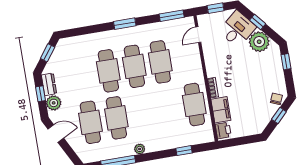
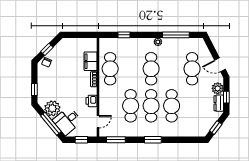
window: (258, 22) -> (51, 124), width x2.17
cafe table: (116, 118) -> (151, 69), moved
printer: (223, 130) -> (91, 101), moved

